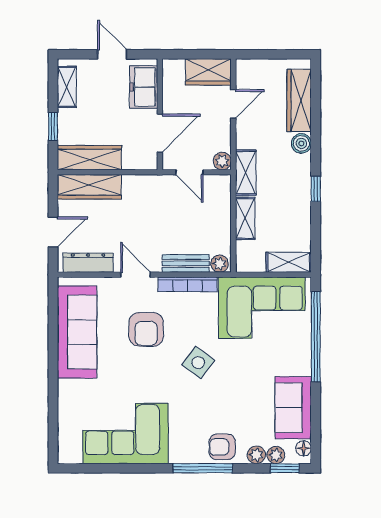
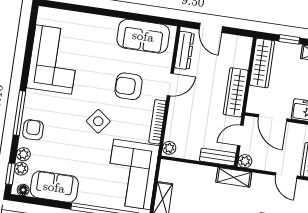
wardrobe: (89, 187) -> (236, 92), moved
shelving: (245, 218) -> (200, 172), removed
bench: (186, 263) -> (218, 157), moved, turned 90
sofa: (77, 332) -> (143, 36), width x0.73

